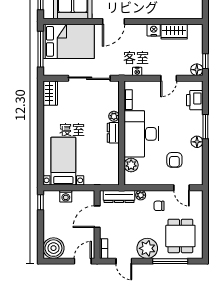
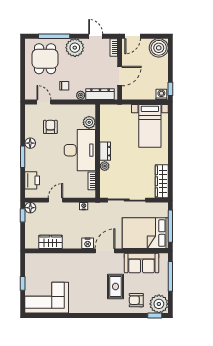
nightstand: (154, 30) -> (88, 243), moved
wardrobe: (50, 93) -> (162, 181), width x1.50
washing machine: (66, 196) -> (161, 94), moved

